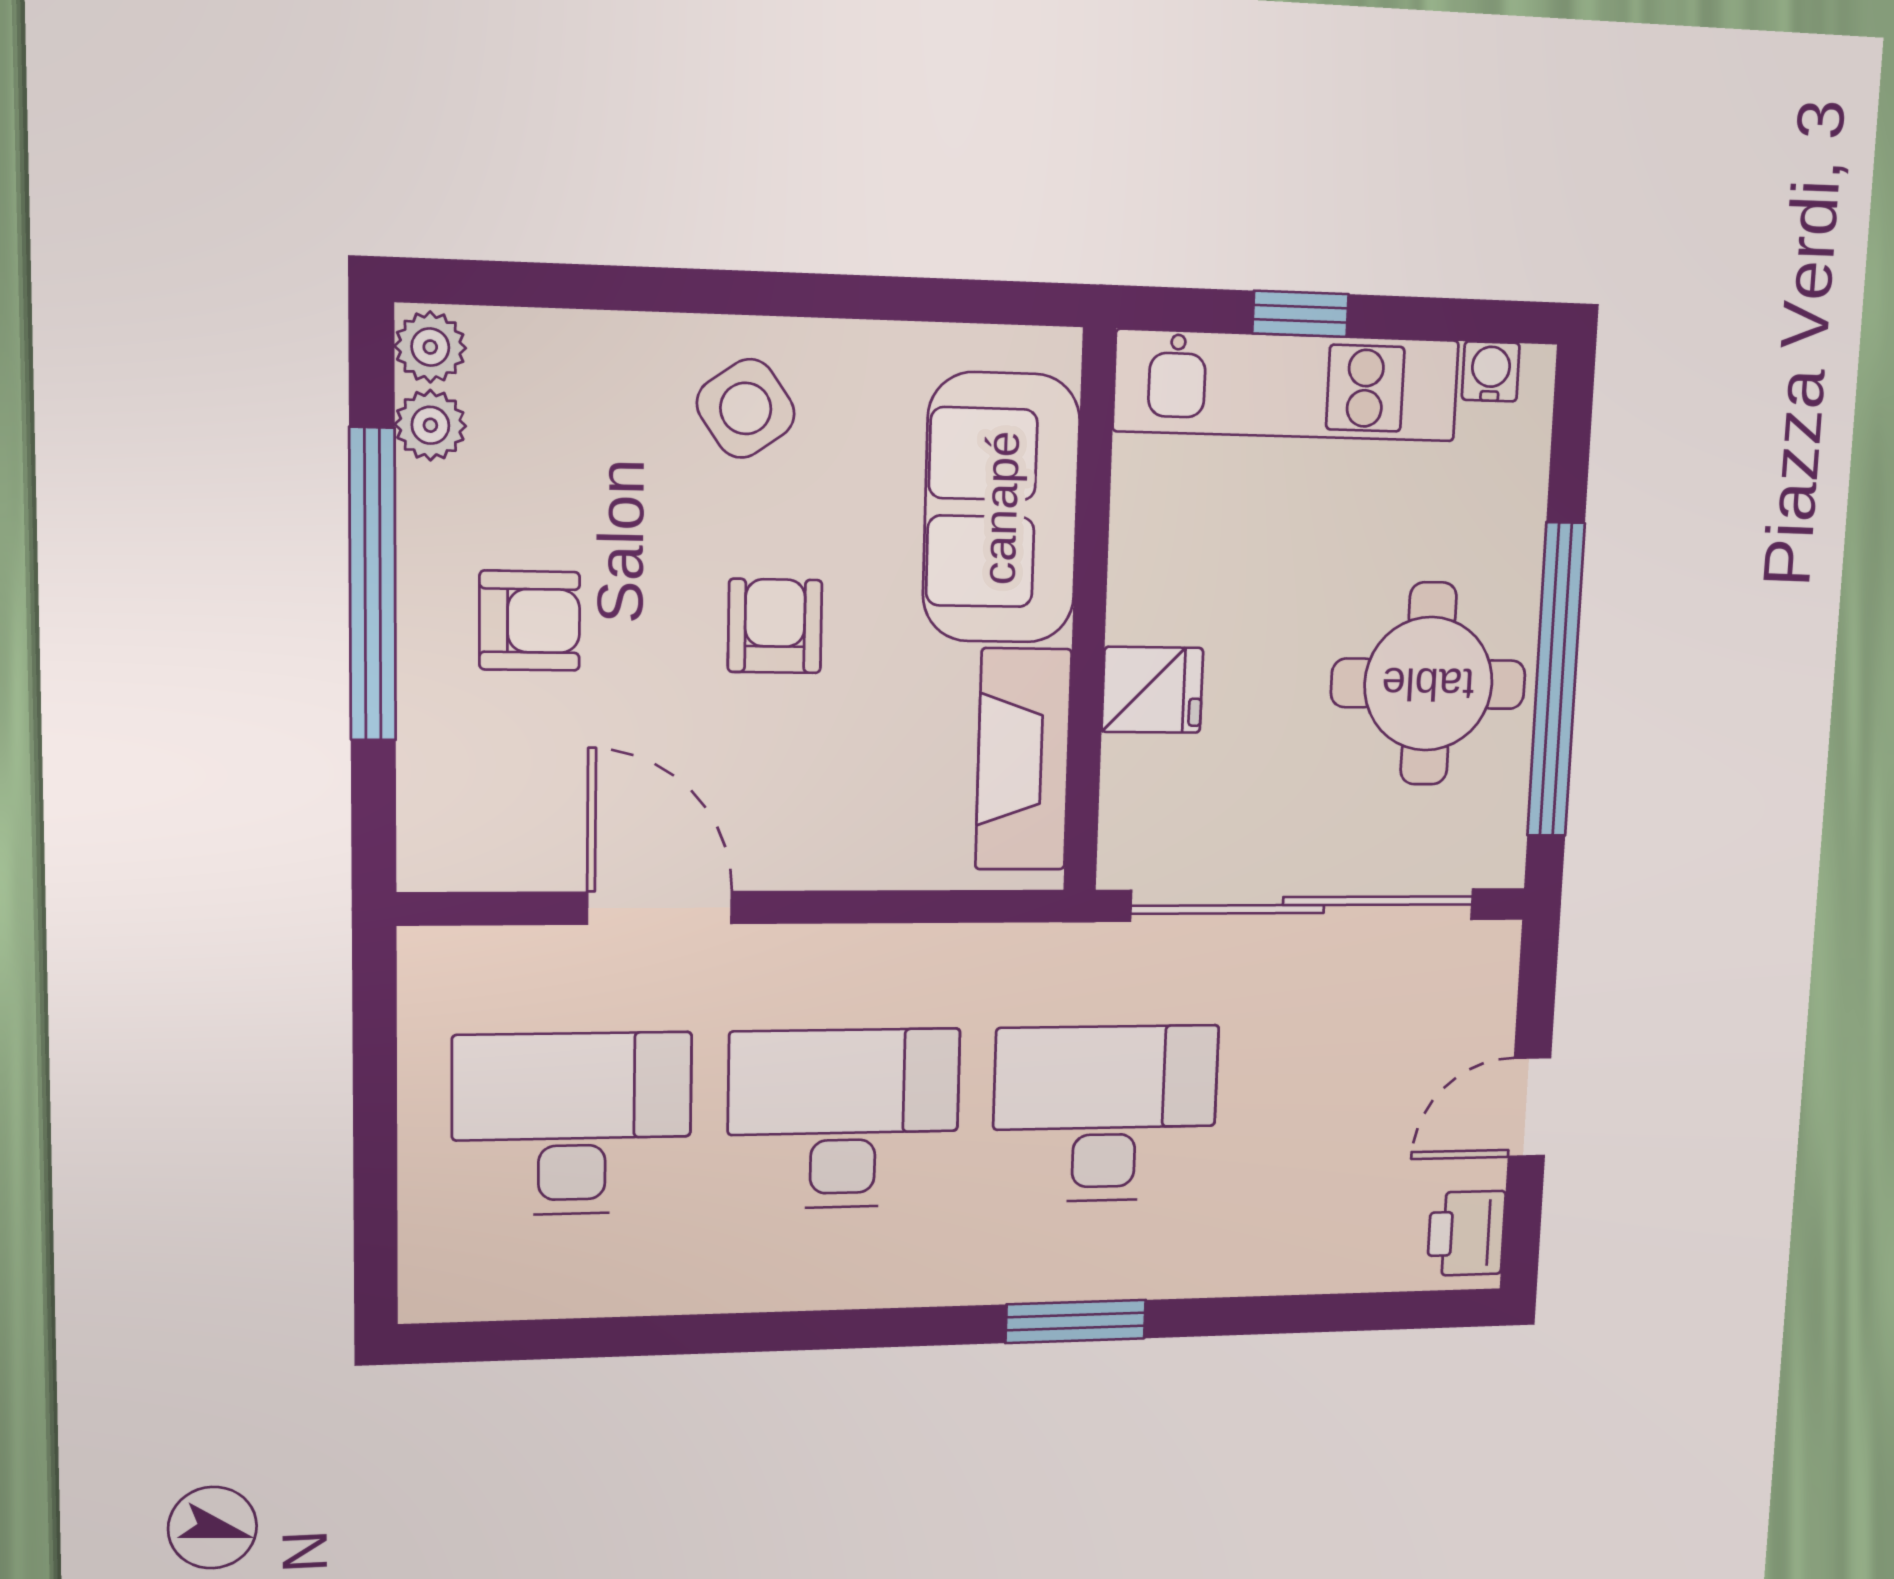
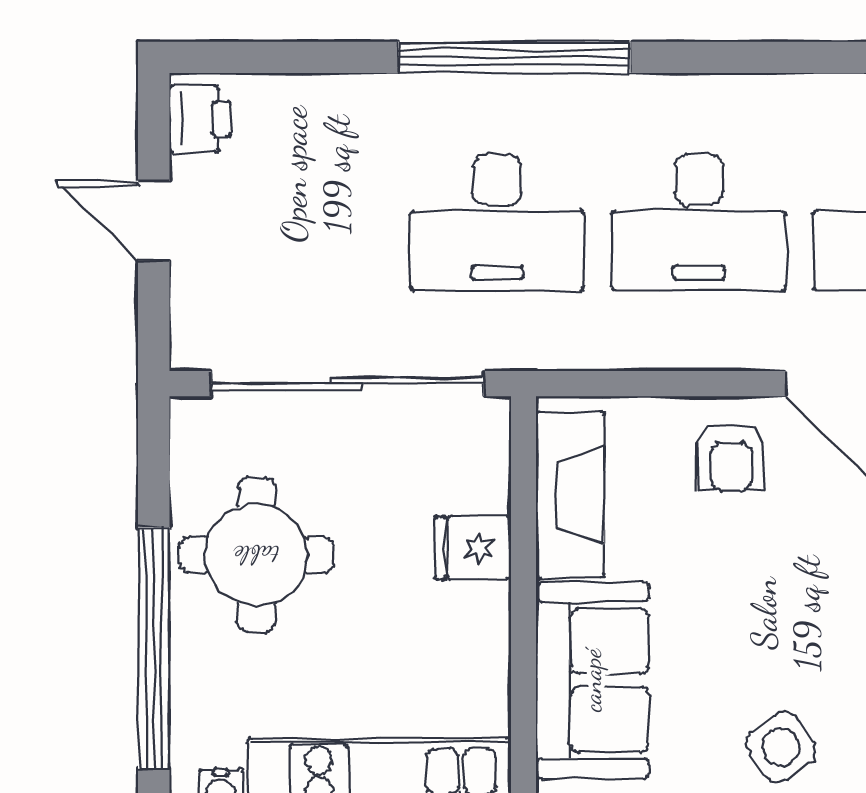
armchair: (775, 626) -> (731, 457), moved
window: (1556, 680) -> (154, 648), moved
door: (1529, 1107) -> (154, 221), swing flipped
window: (1076, 1321) -> (514, 57), width x2.11

